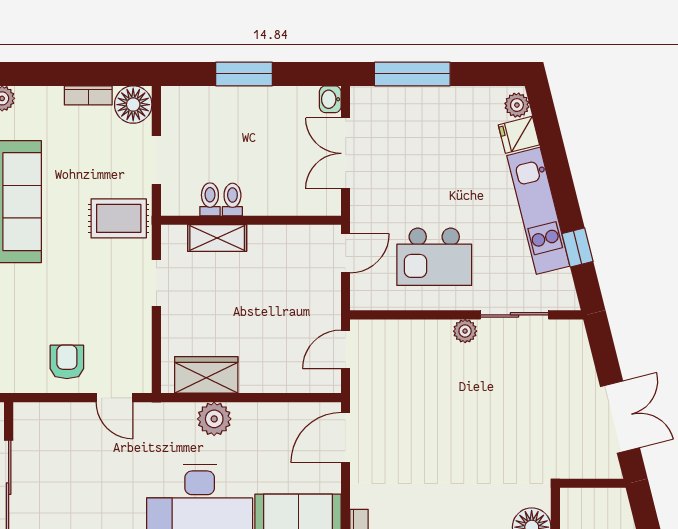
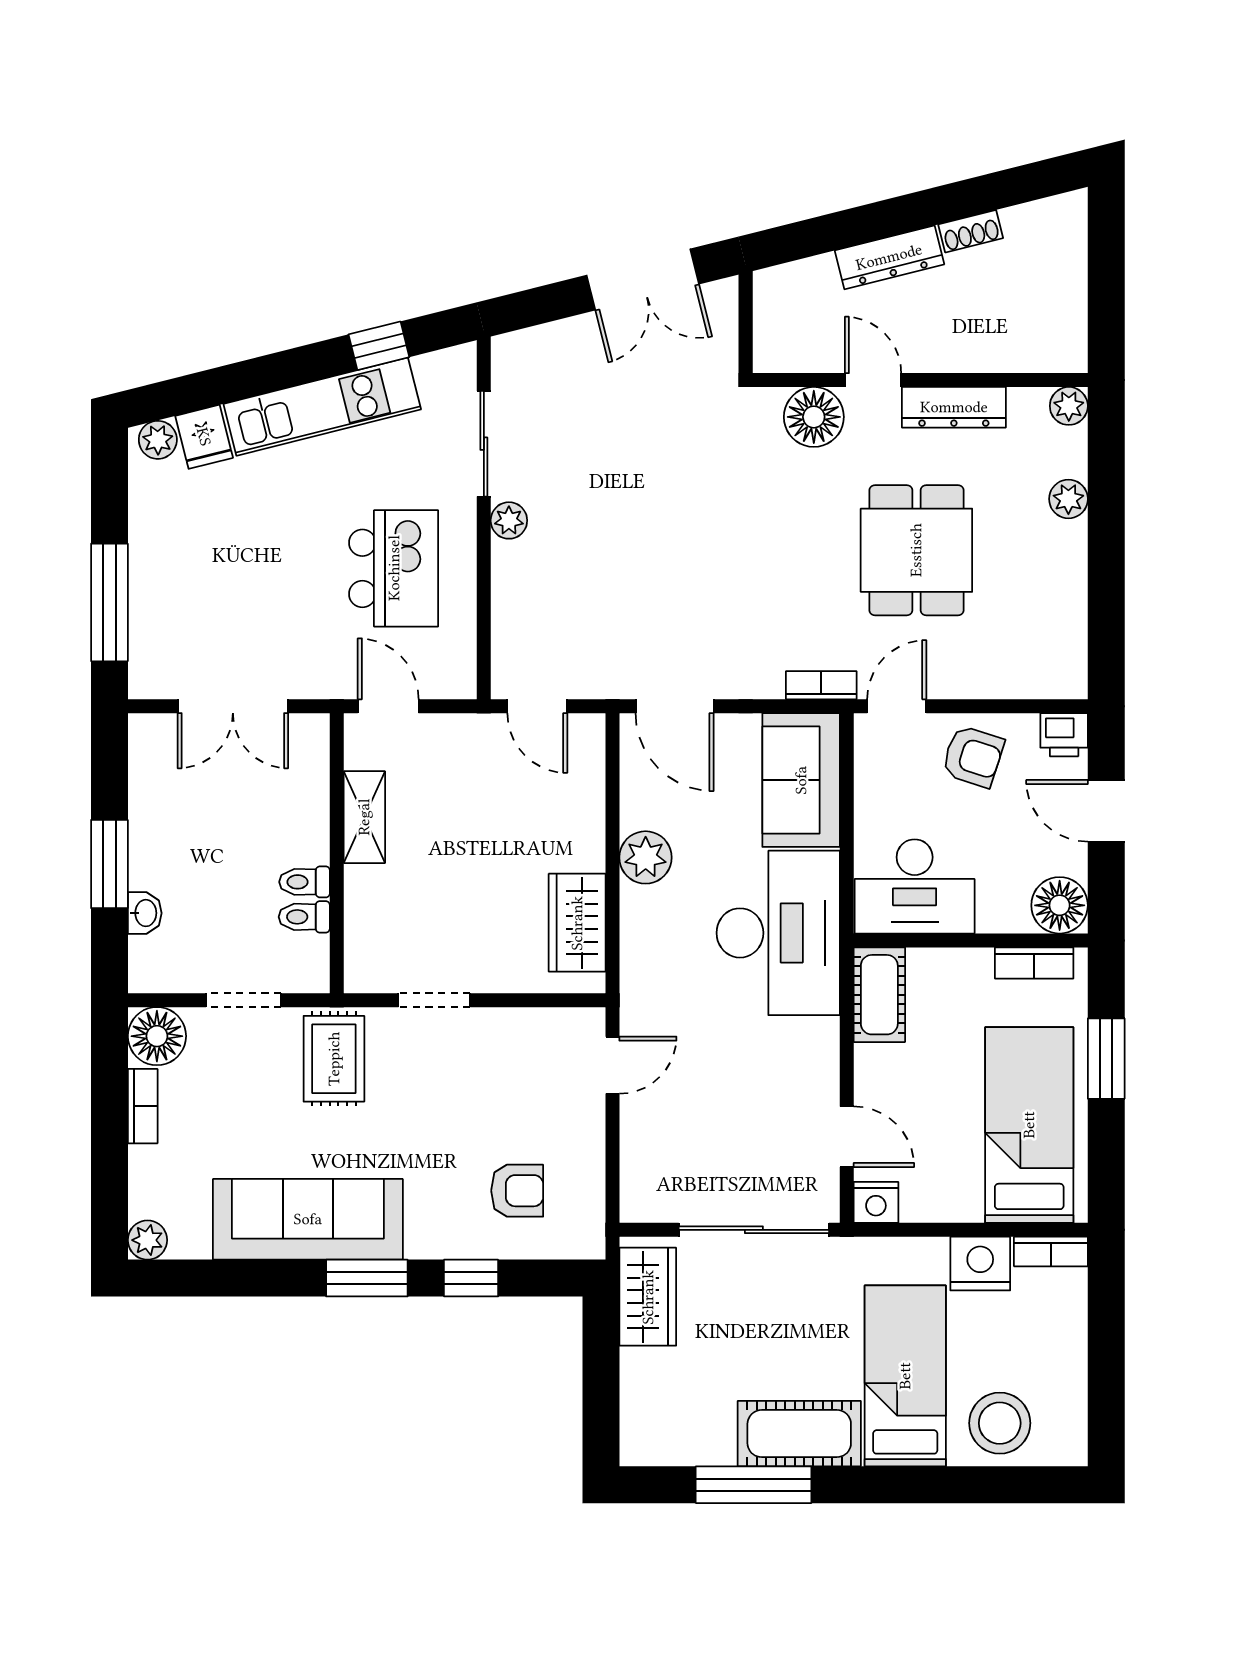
washbasin: (330, 99) -> (145, 913), moved, turned -90
shelving: (217, 238) -> (364, 817), moved
armchair: (67, 362) -> (517, 1191), moved, turned 180
double door: (620, 417) -> (643, 280), swing flipped
plant: (214, 419) -> (646, 857), moved

